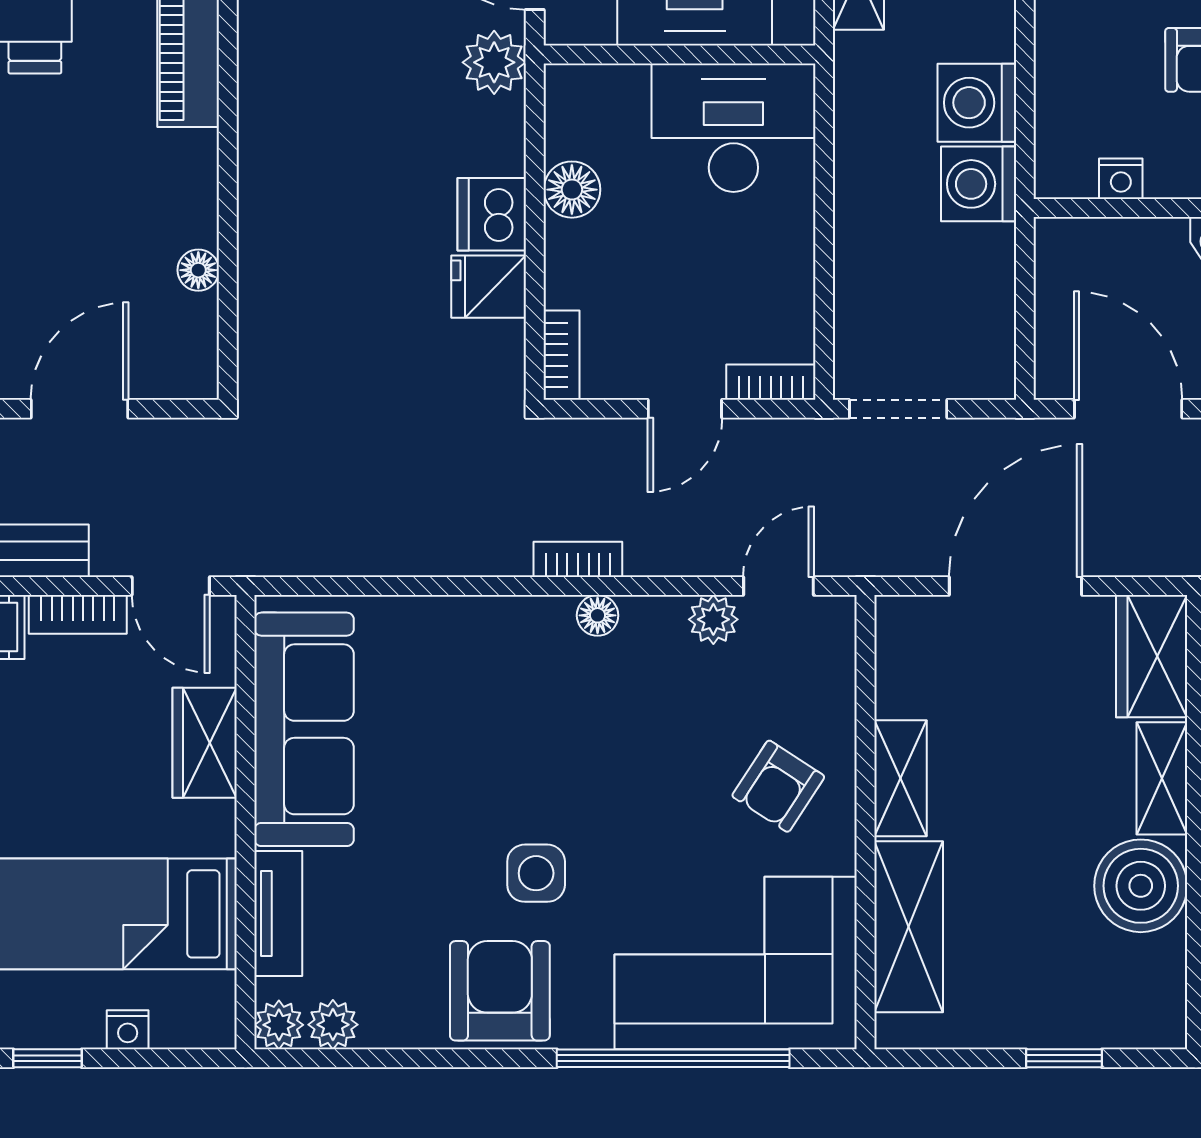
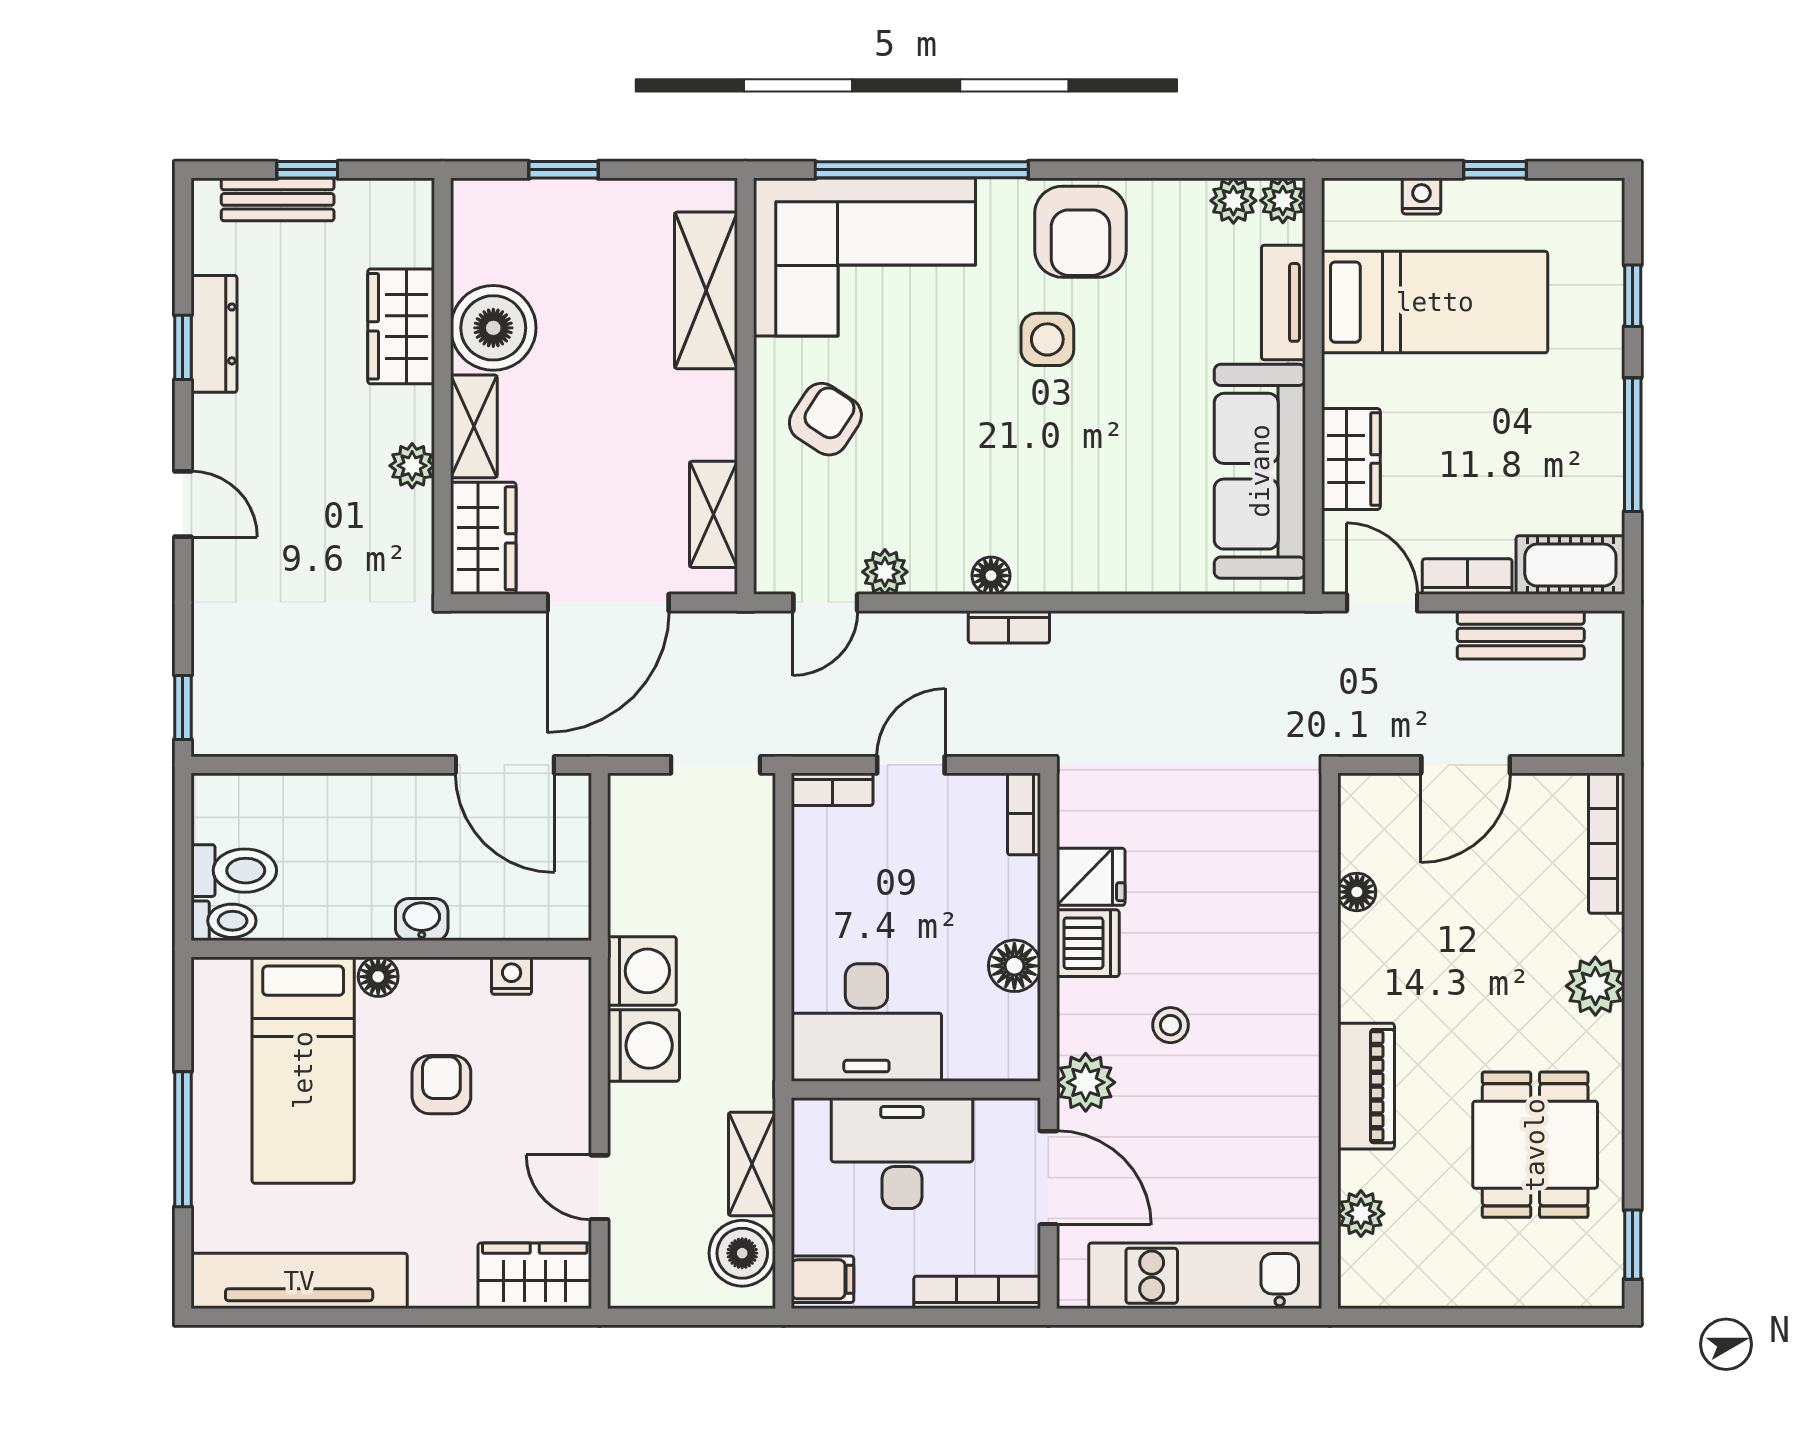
stool: (402, 125) -> (1170, 1025), added
shelving: (900, 778) -> (713, 514), moved

